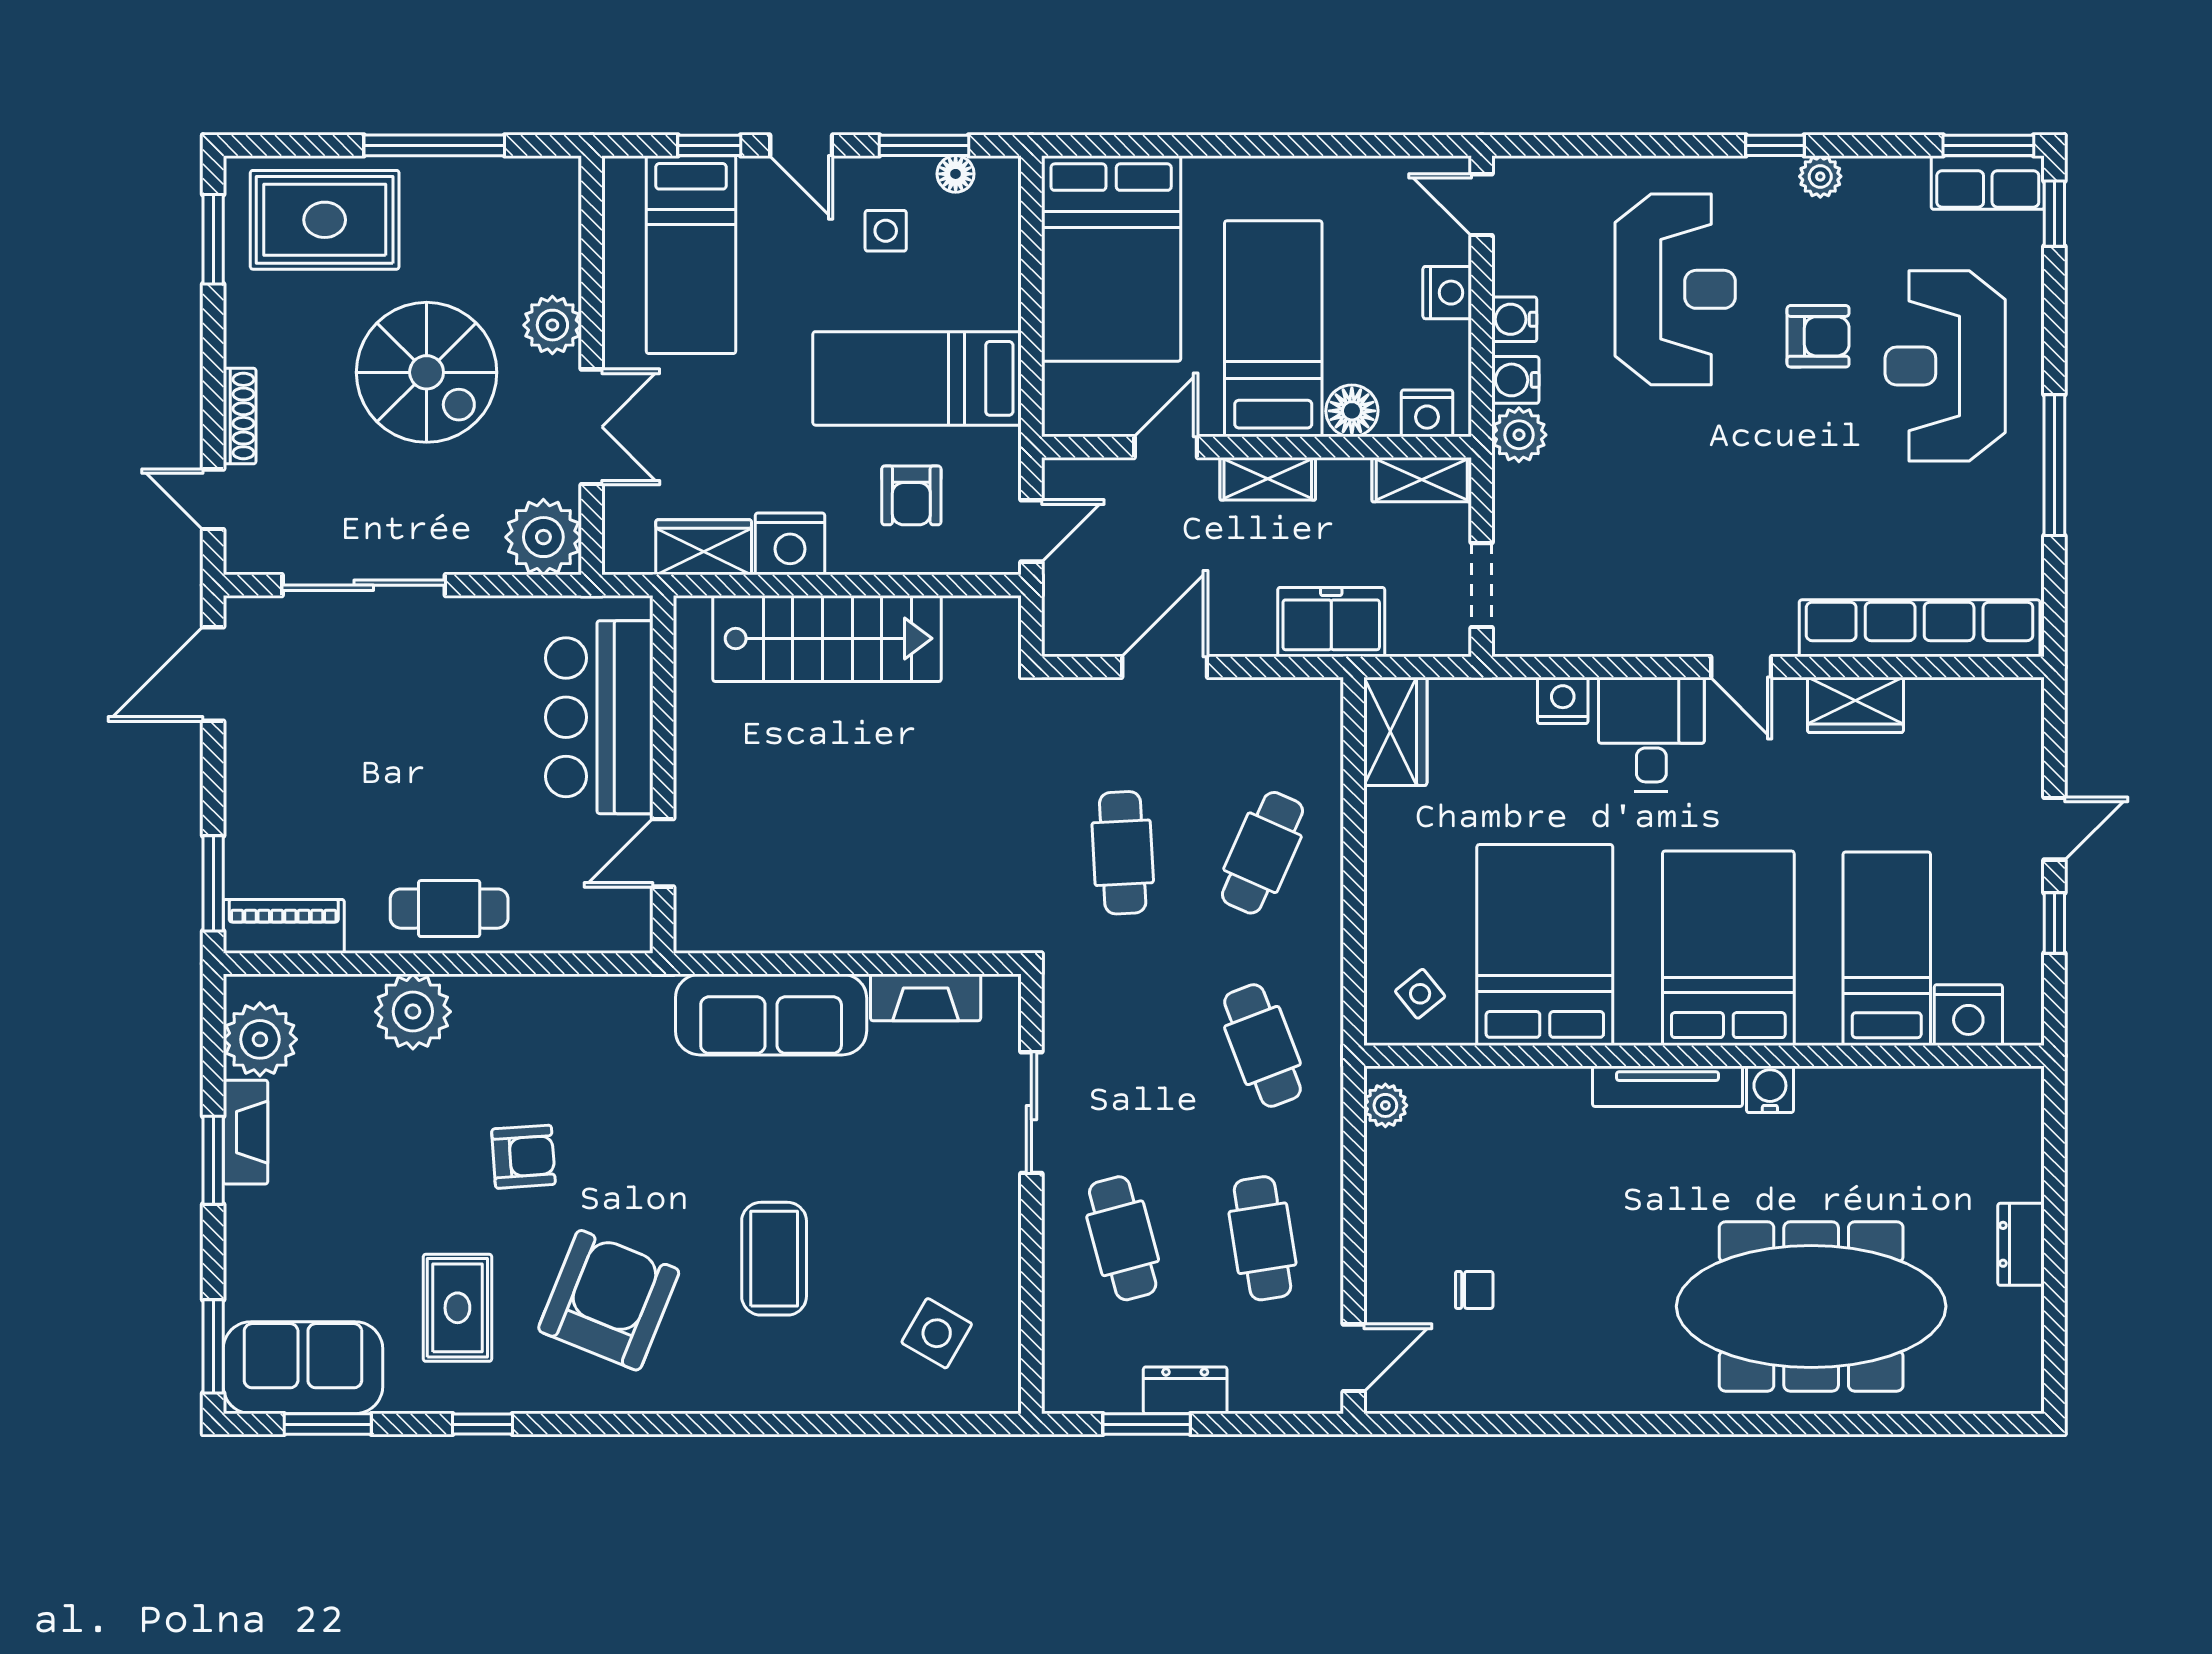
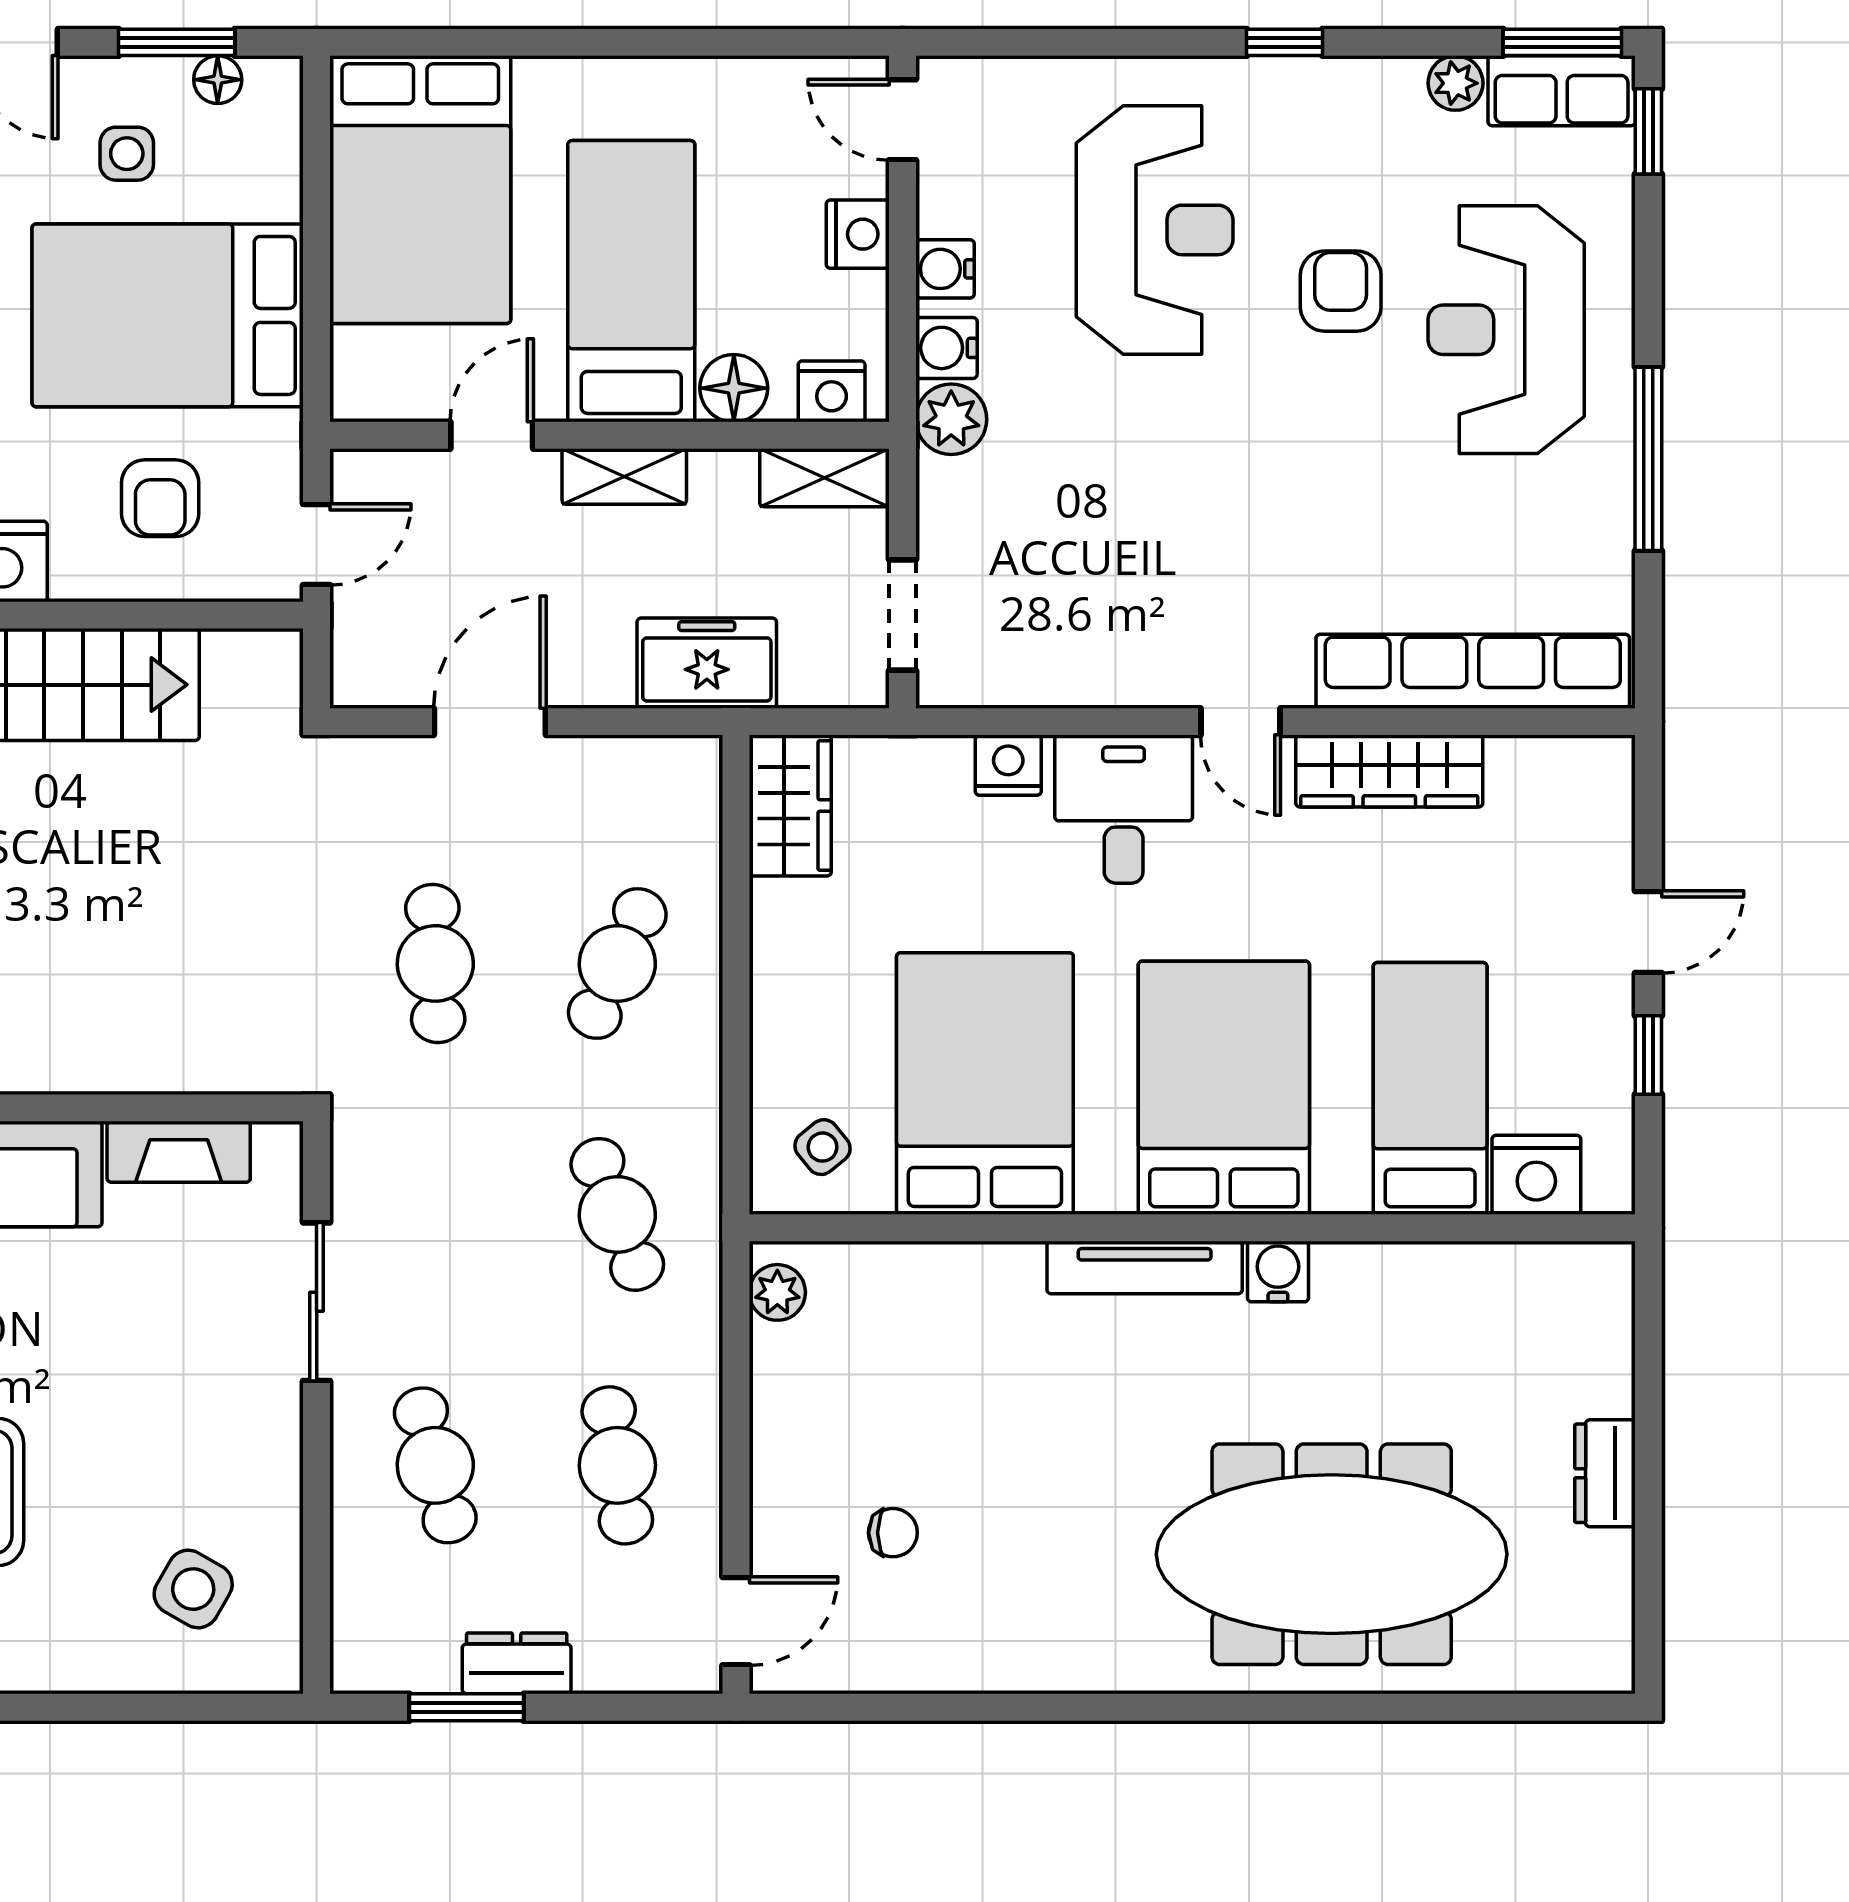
plant: (1820, 176) -> (1456, 83), moved
armchair: (1818, 336) -> (1341, 291), turned -90
bed: (917, 378) -> (168, 315), width x1.50
wardrobe: (1855, 705) -> (1389, 771), width x1.50

